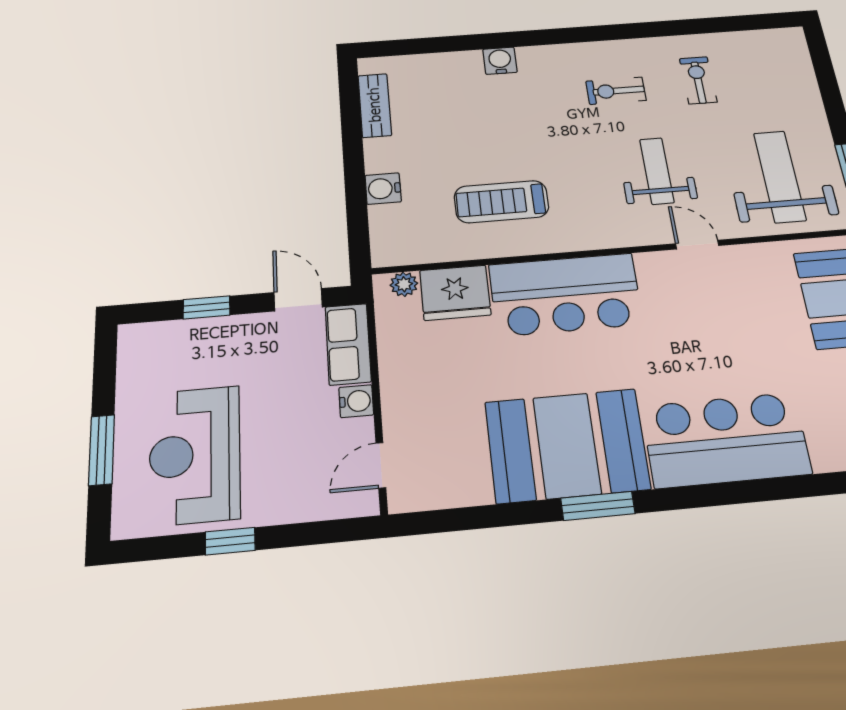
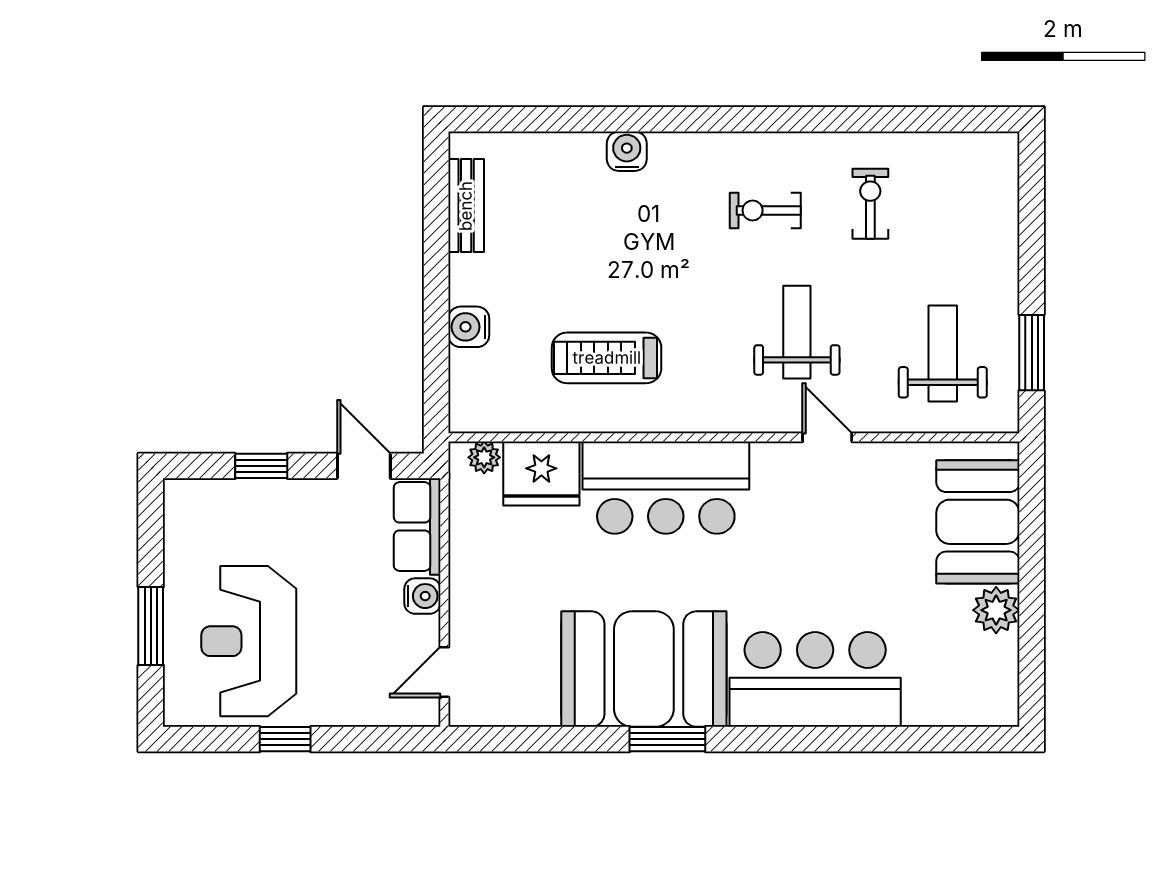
weight bench: (780, 176) -> (943, 354), width x0.73, depth x0.75

